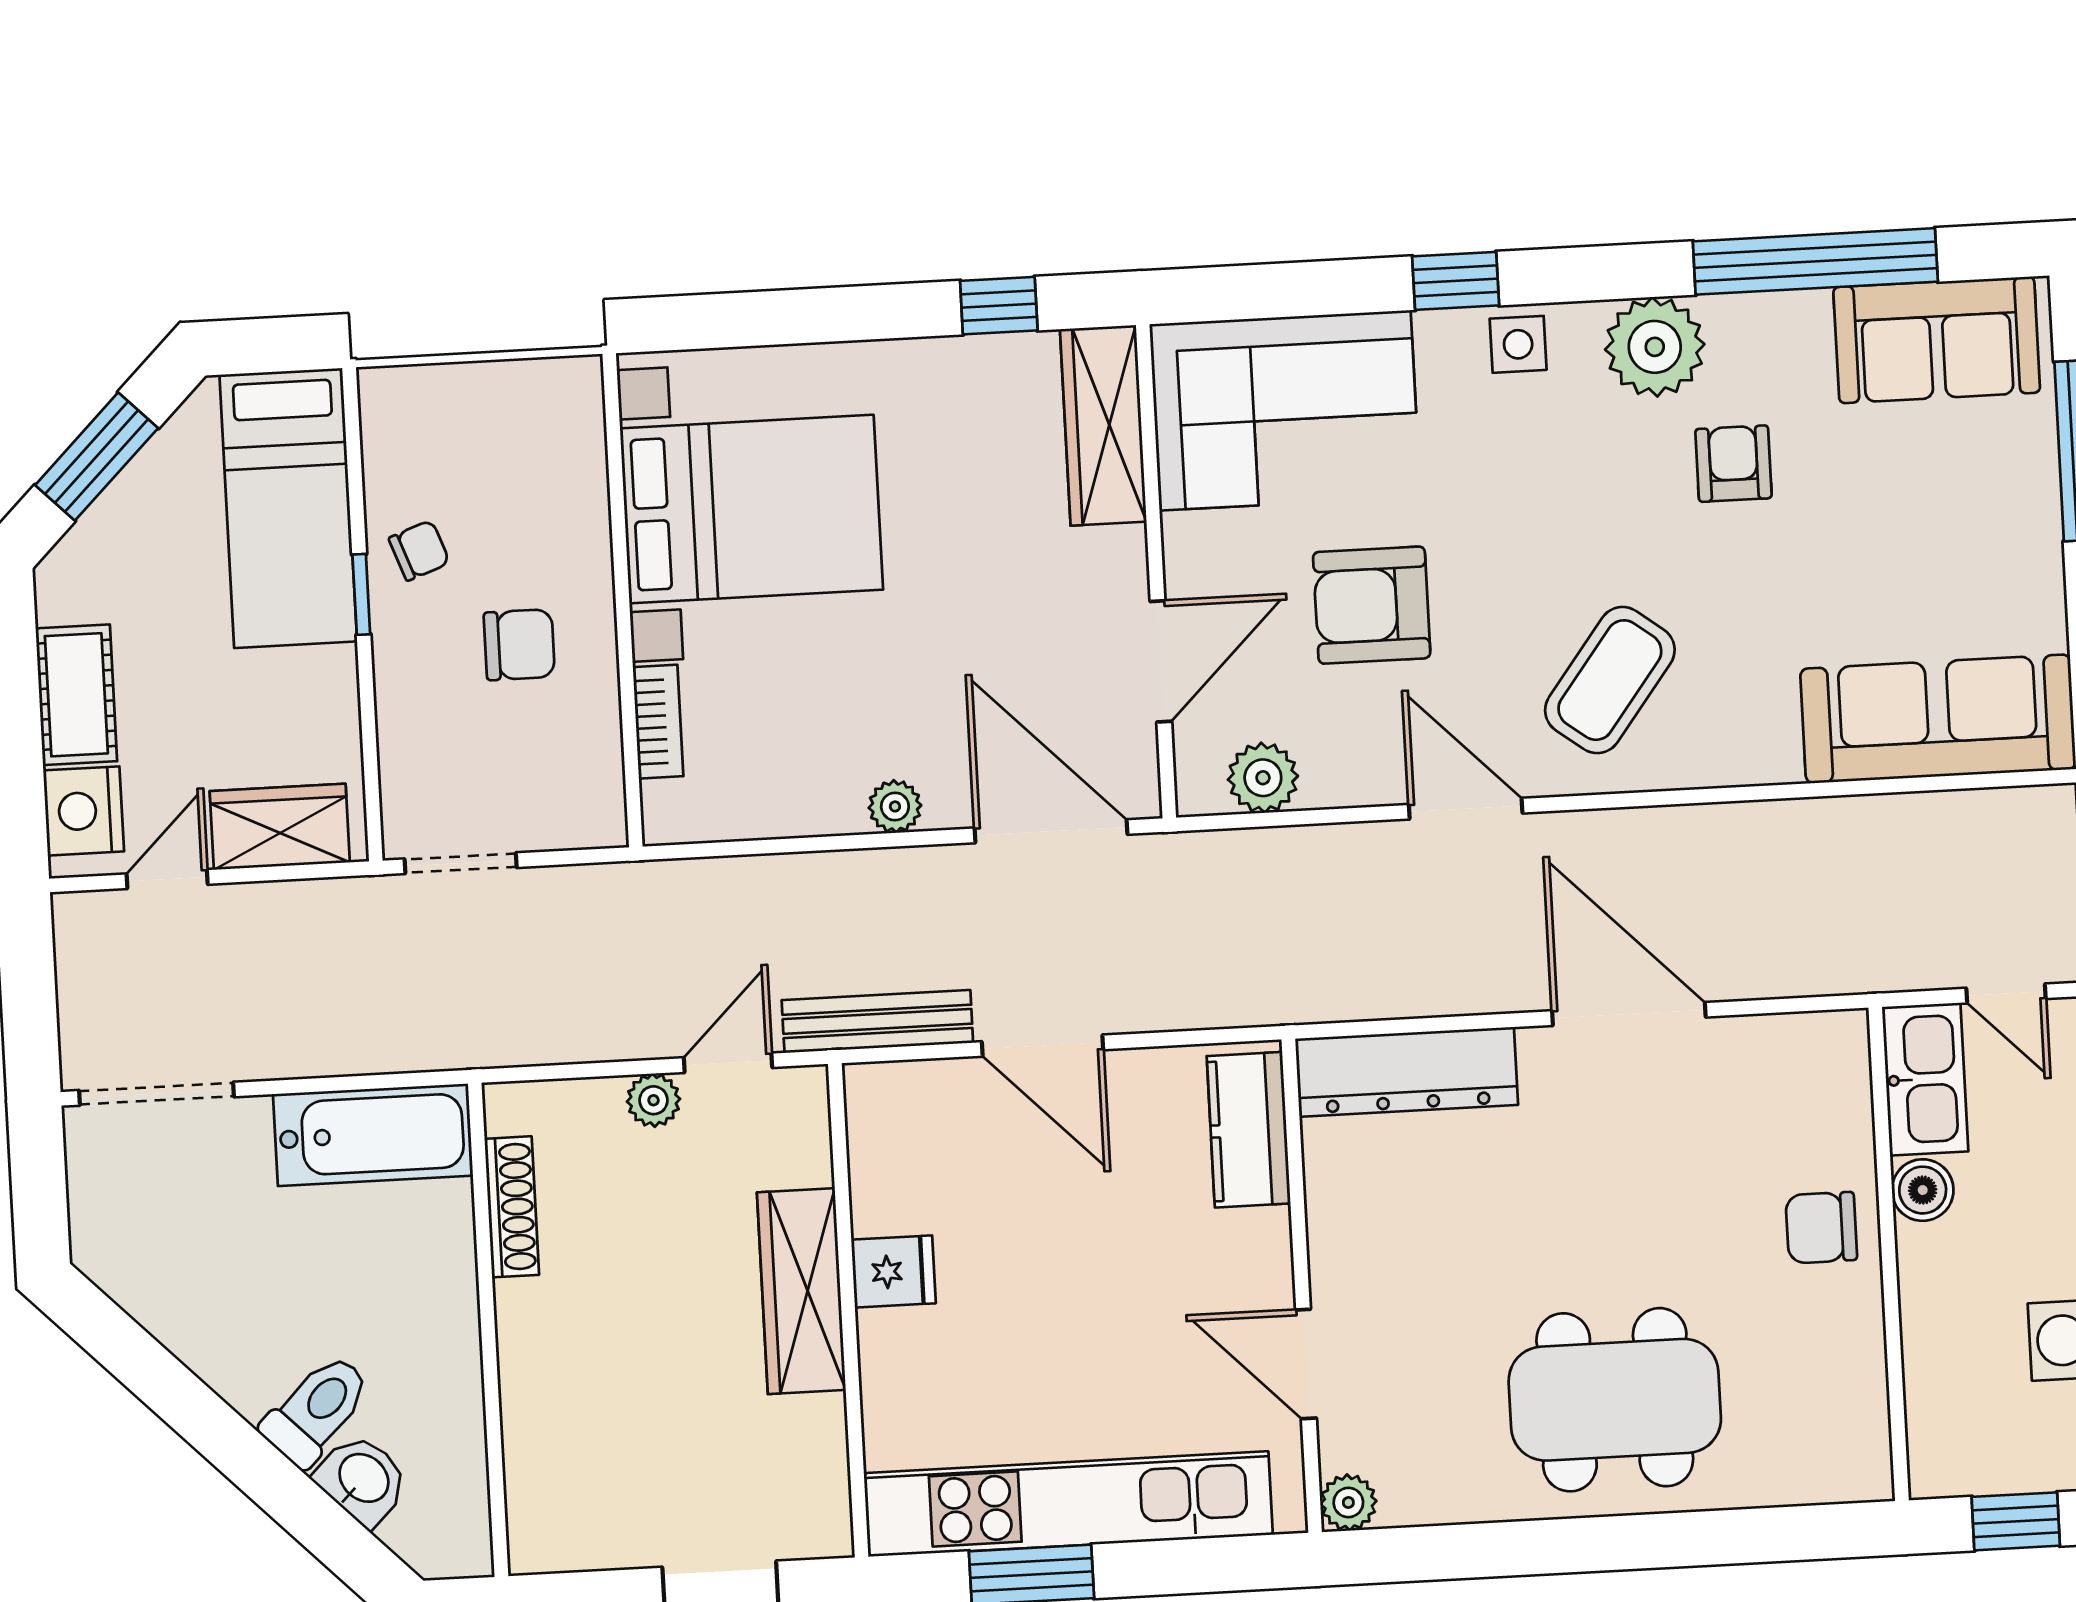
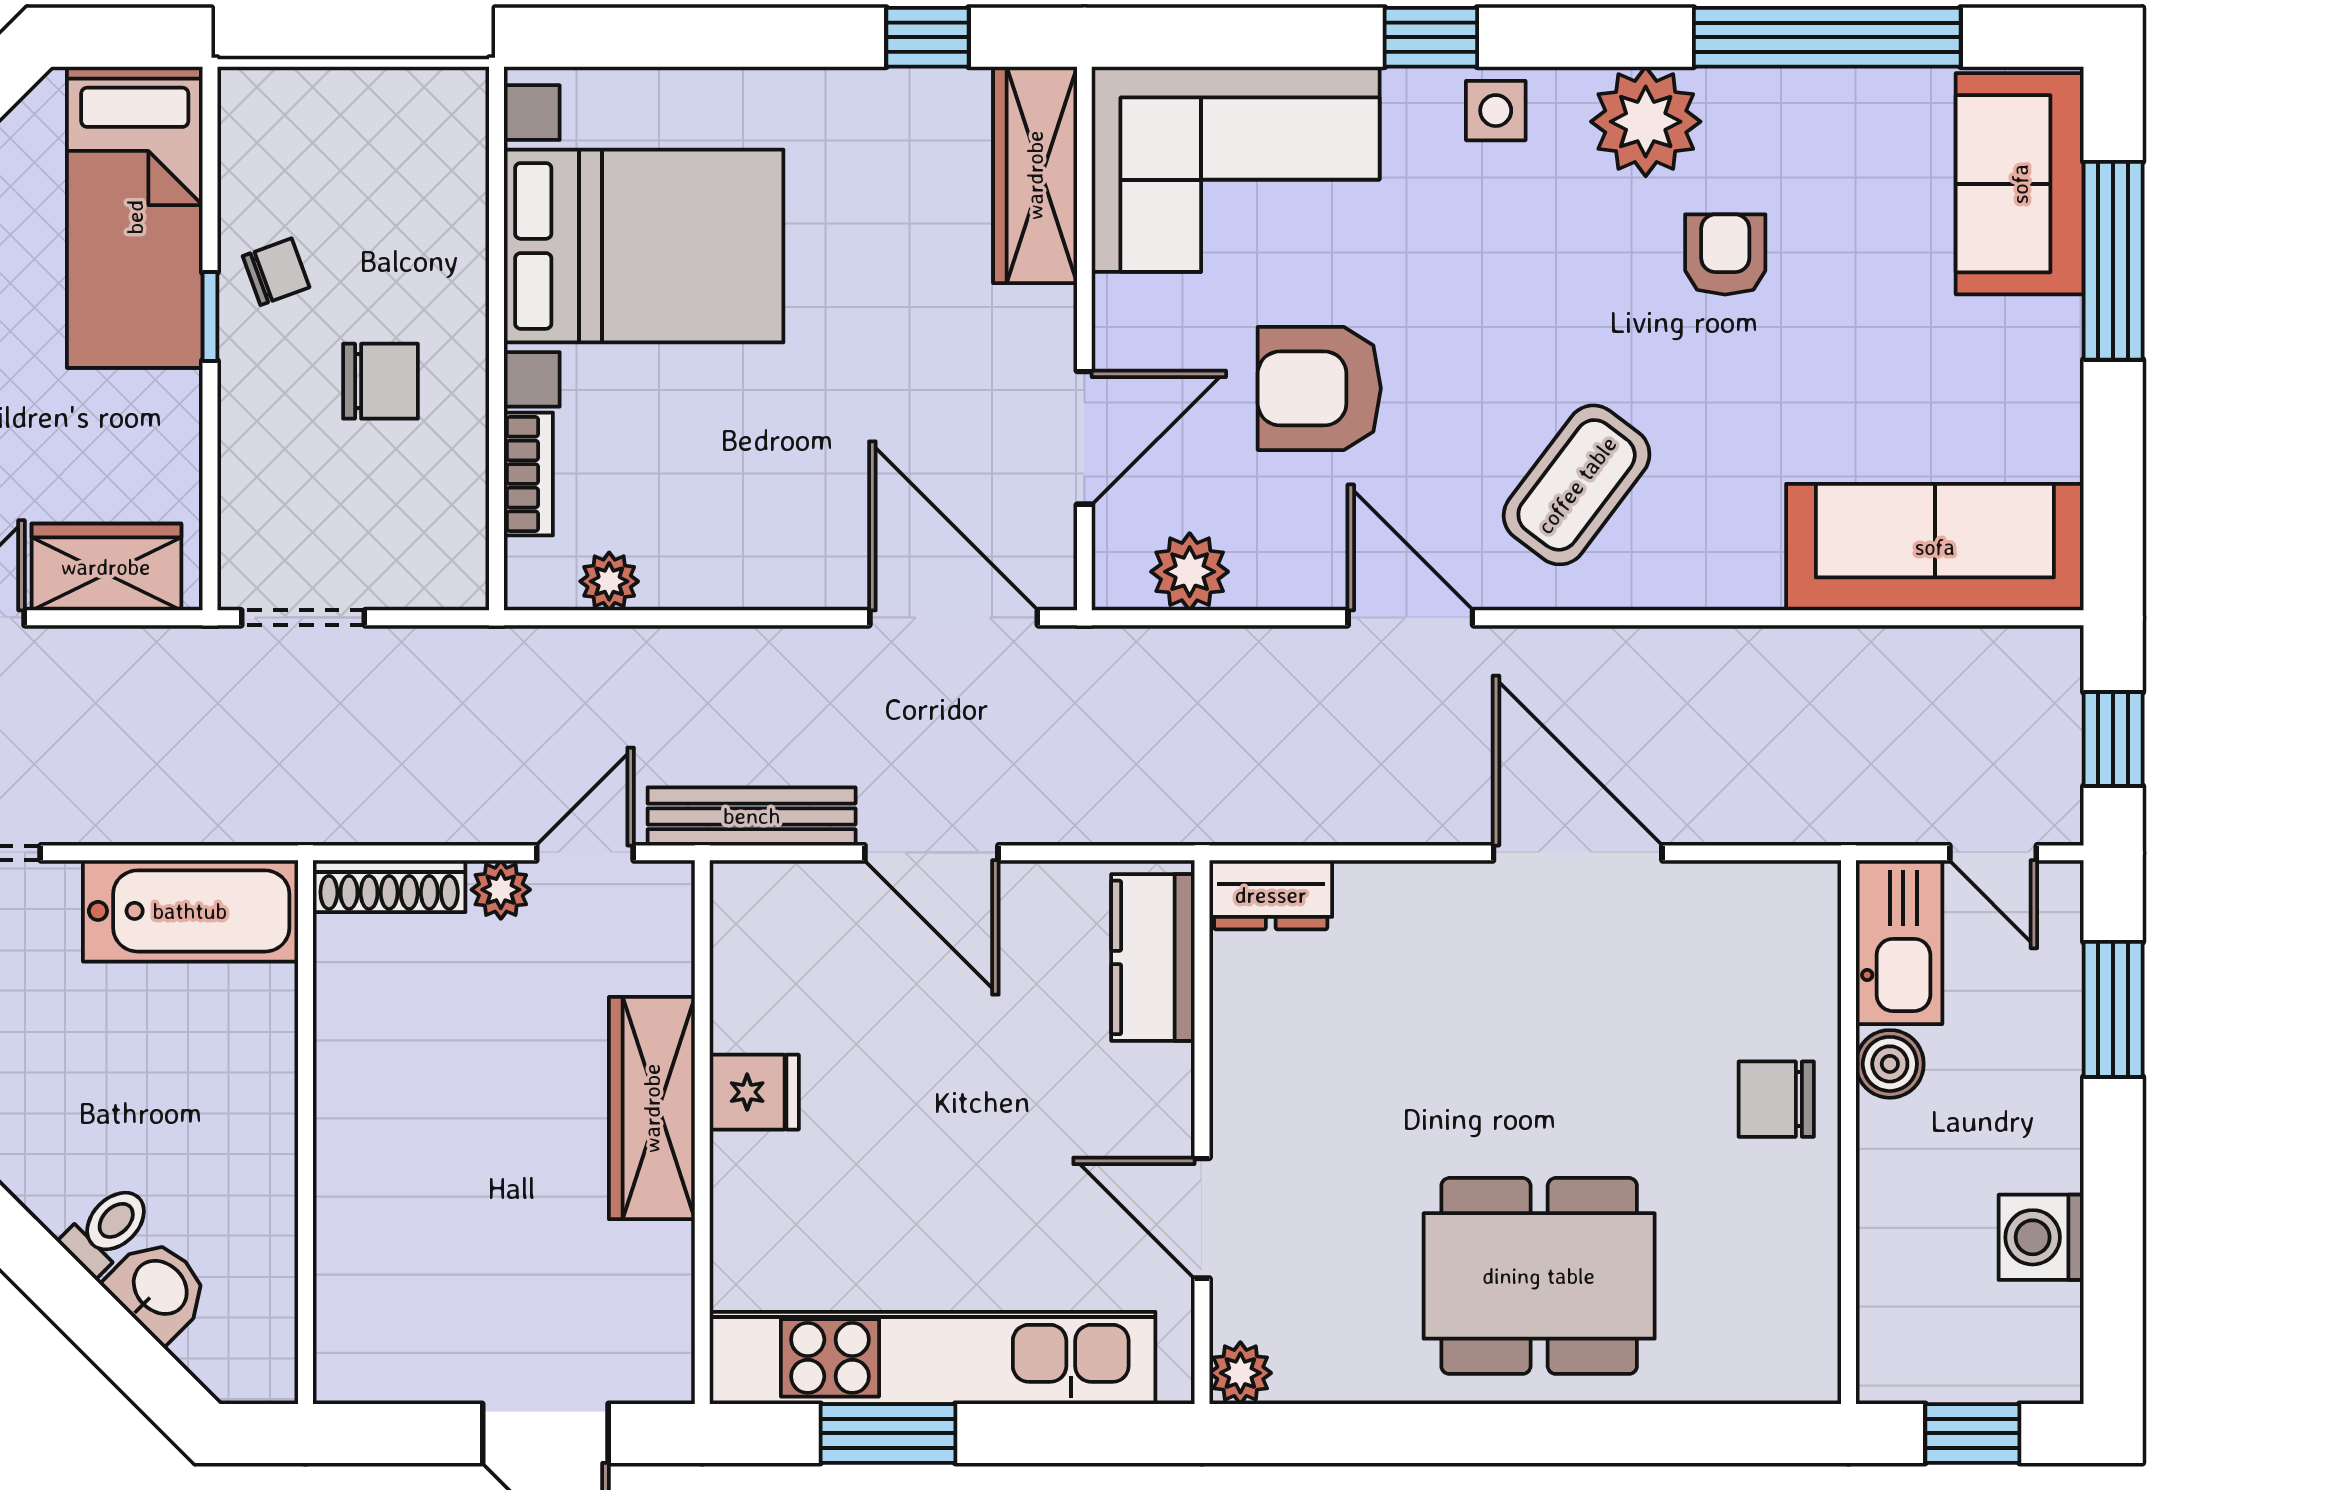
sofa: (1937, 340) -> (2020, 184), moved, turned 90
plant: (895, 806) -> (609, 581), moved
dresser: (1407, 1072) -> (1271, 895), width x0.51, depth x0.80
shoe rack: (512, 1207) -> (389, 886), moved, turned 90
toilet: (317, 1410) -> (107, 1229), width x0.73, depth x0.72

